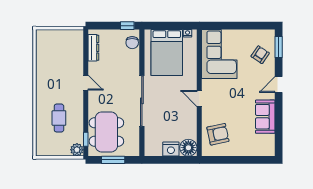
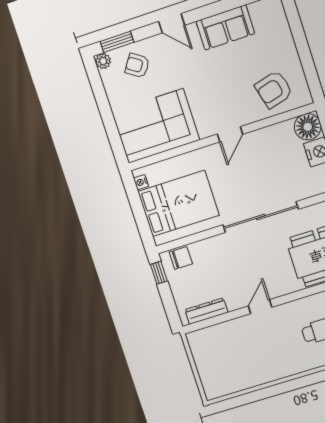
plant: (270, 34) -> (103, 61), added
armchair: (218, 134) -> (274, 89), turned -93

